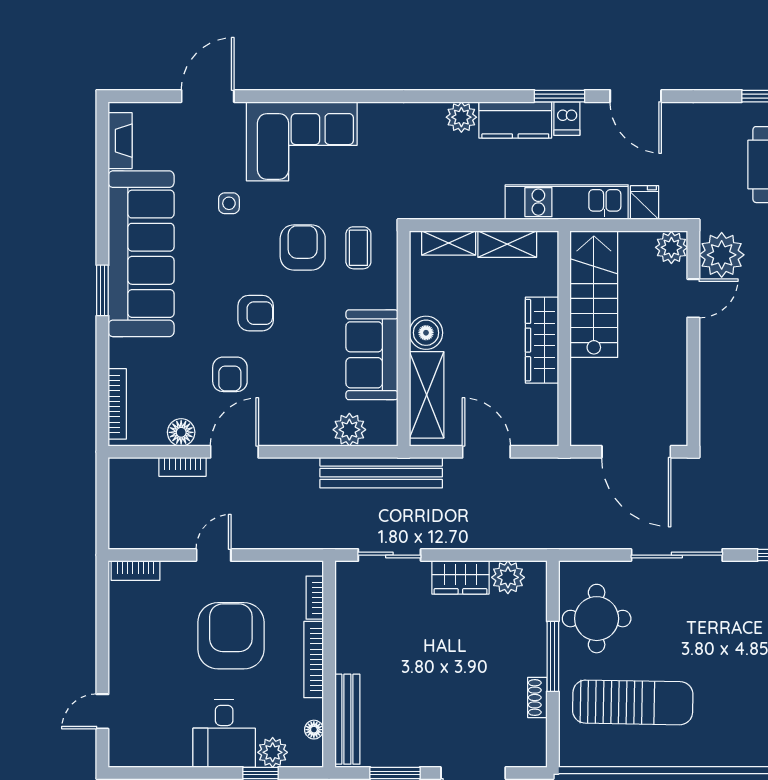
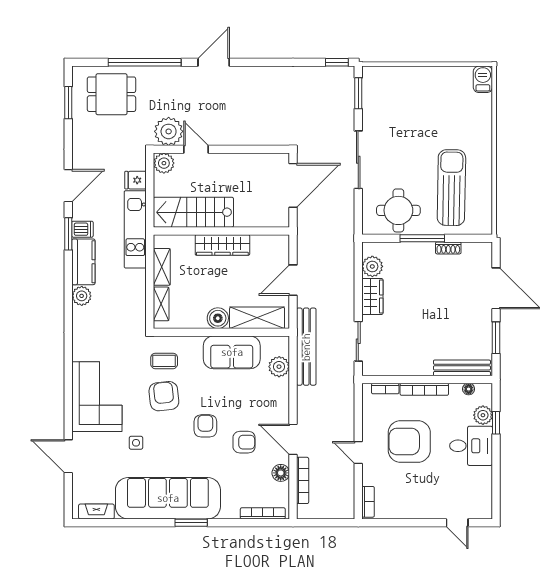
armchair: (303, 247) -> (164, 396), turned 84
bookcase: (183, 467) -> (303, 480), width x1.56

